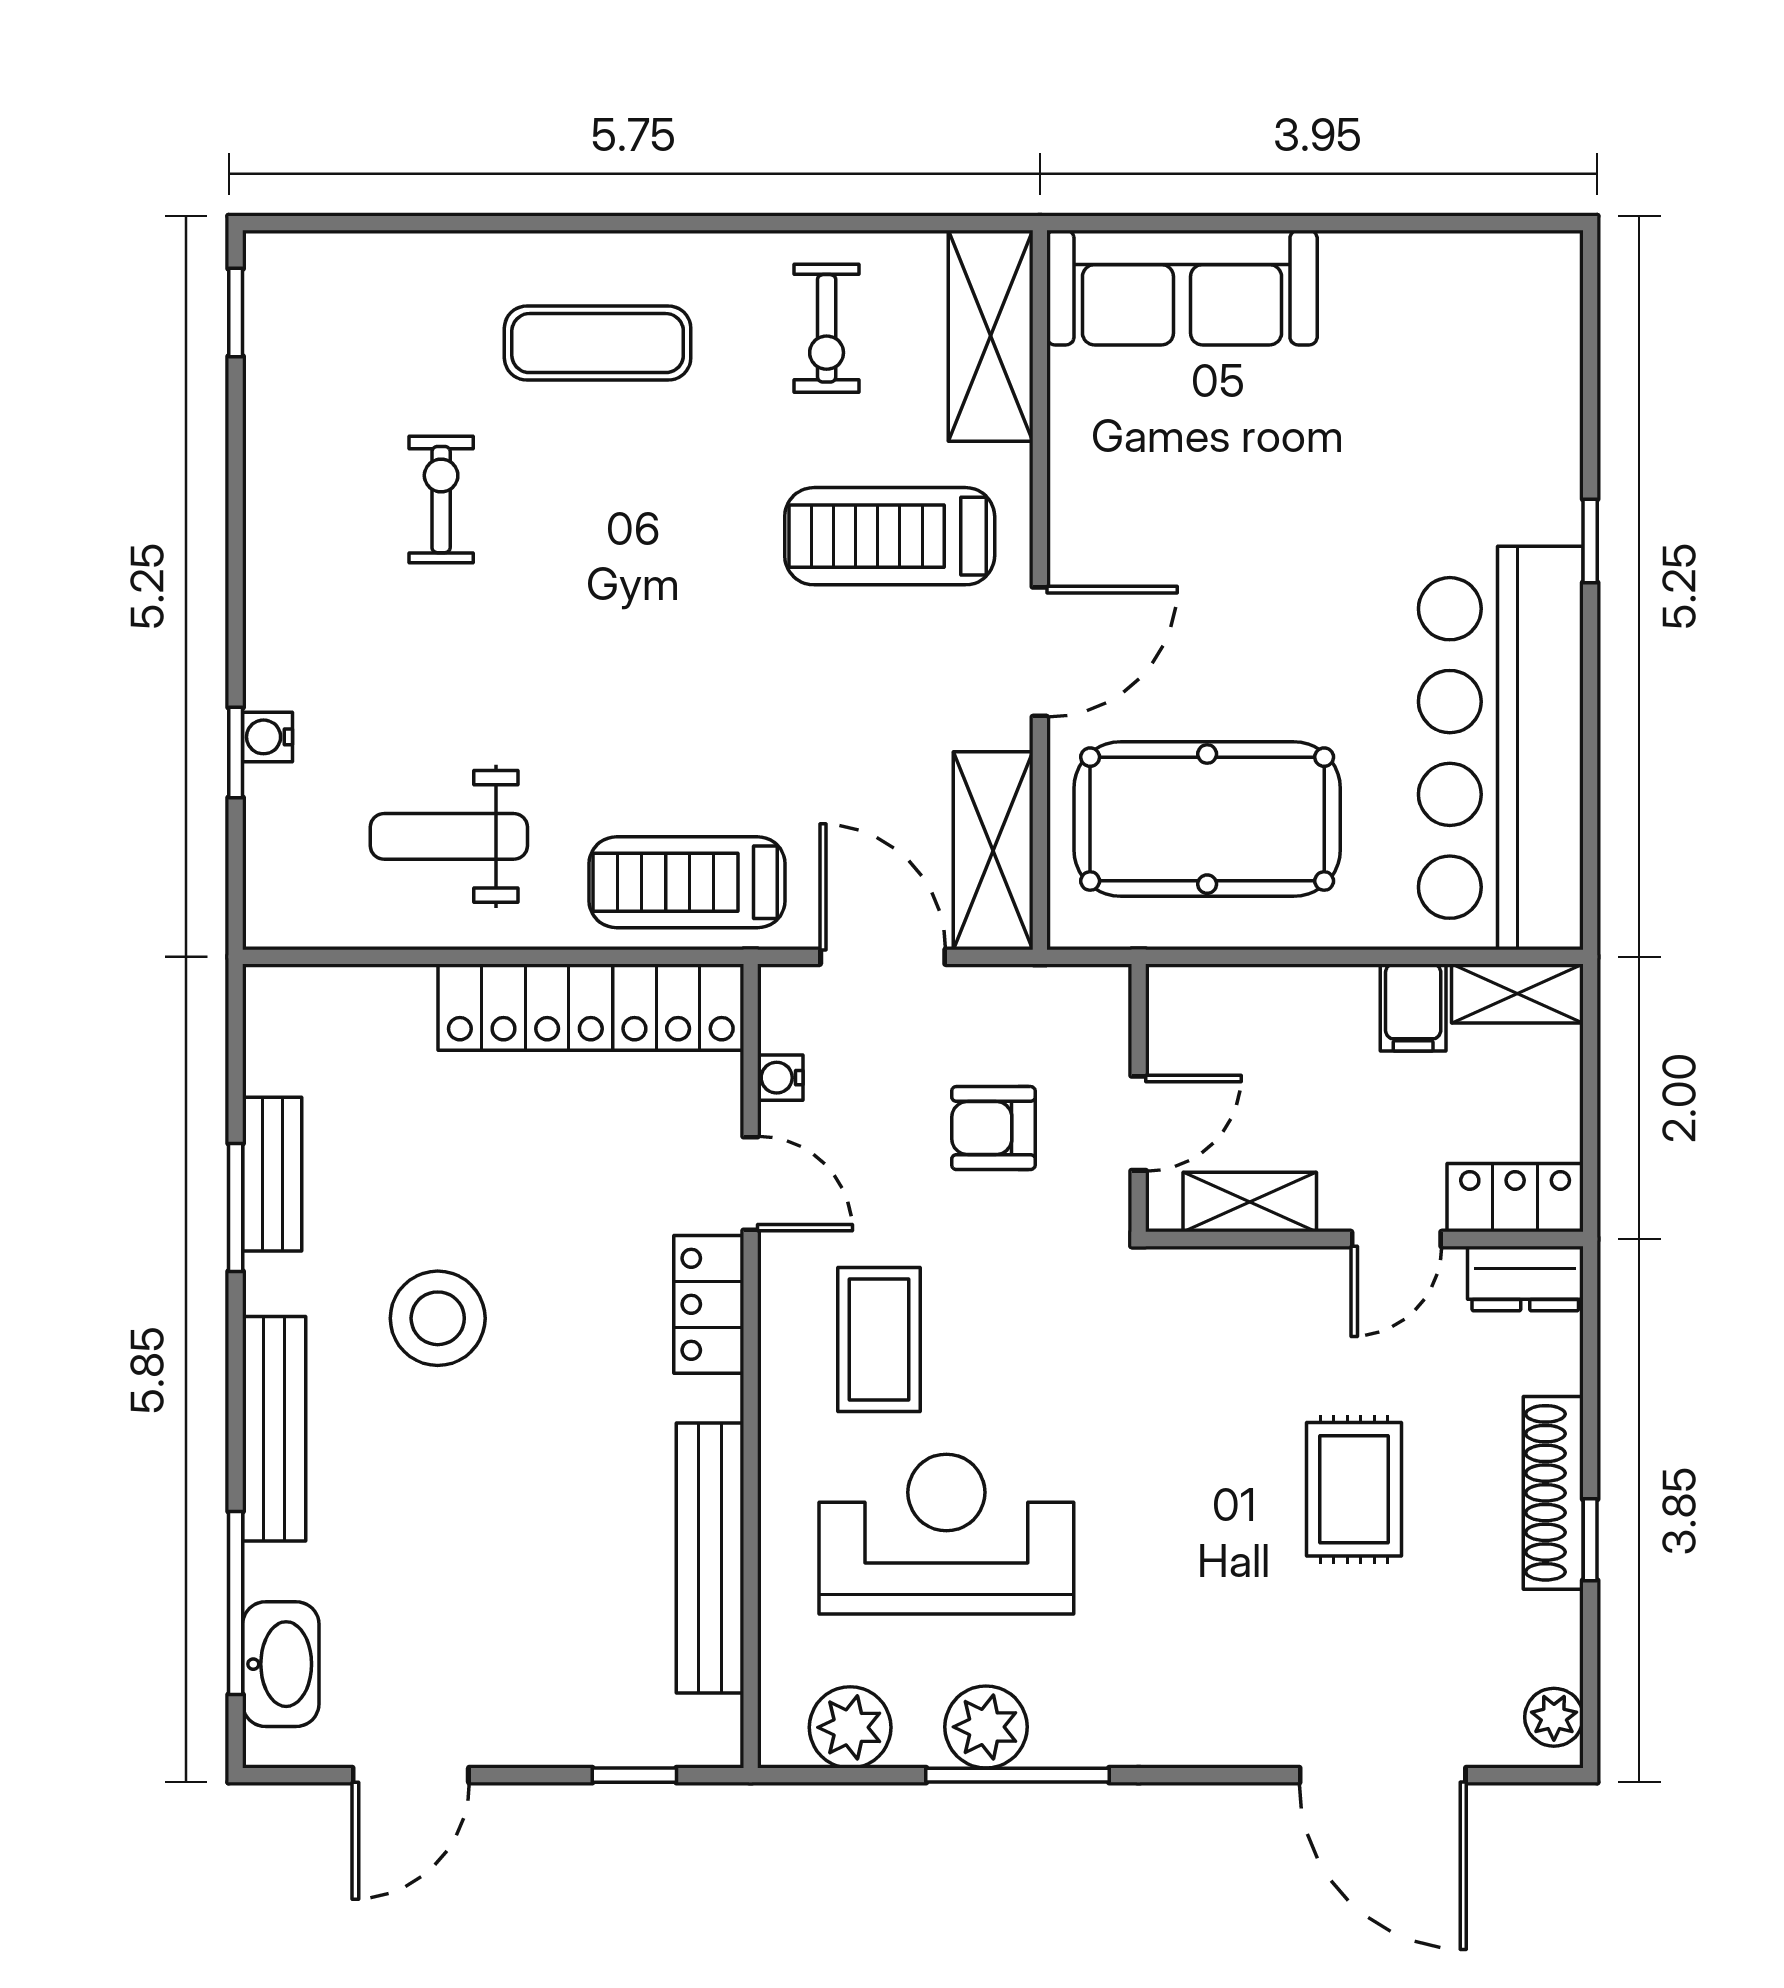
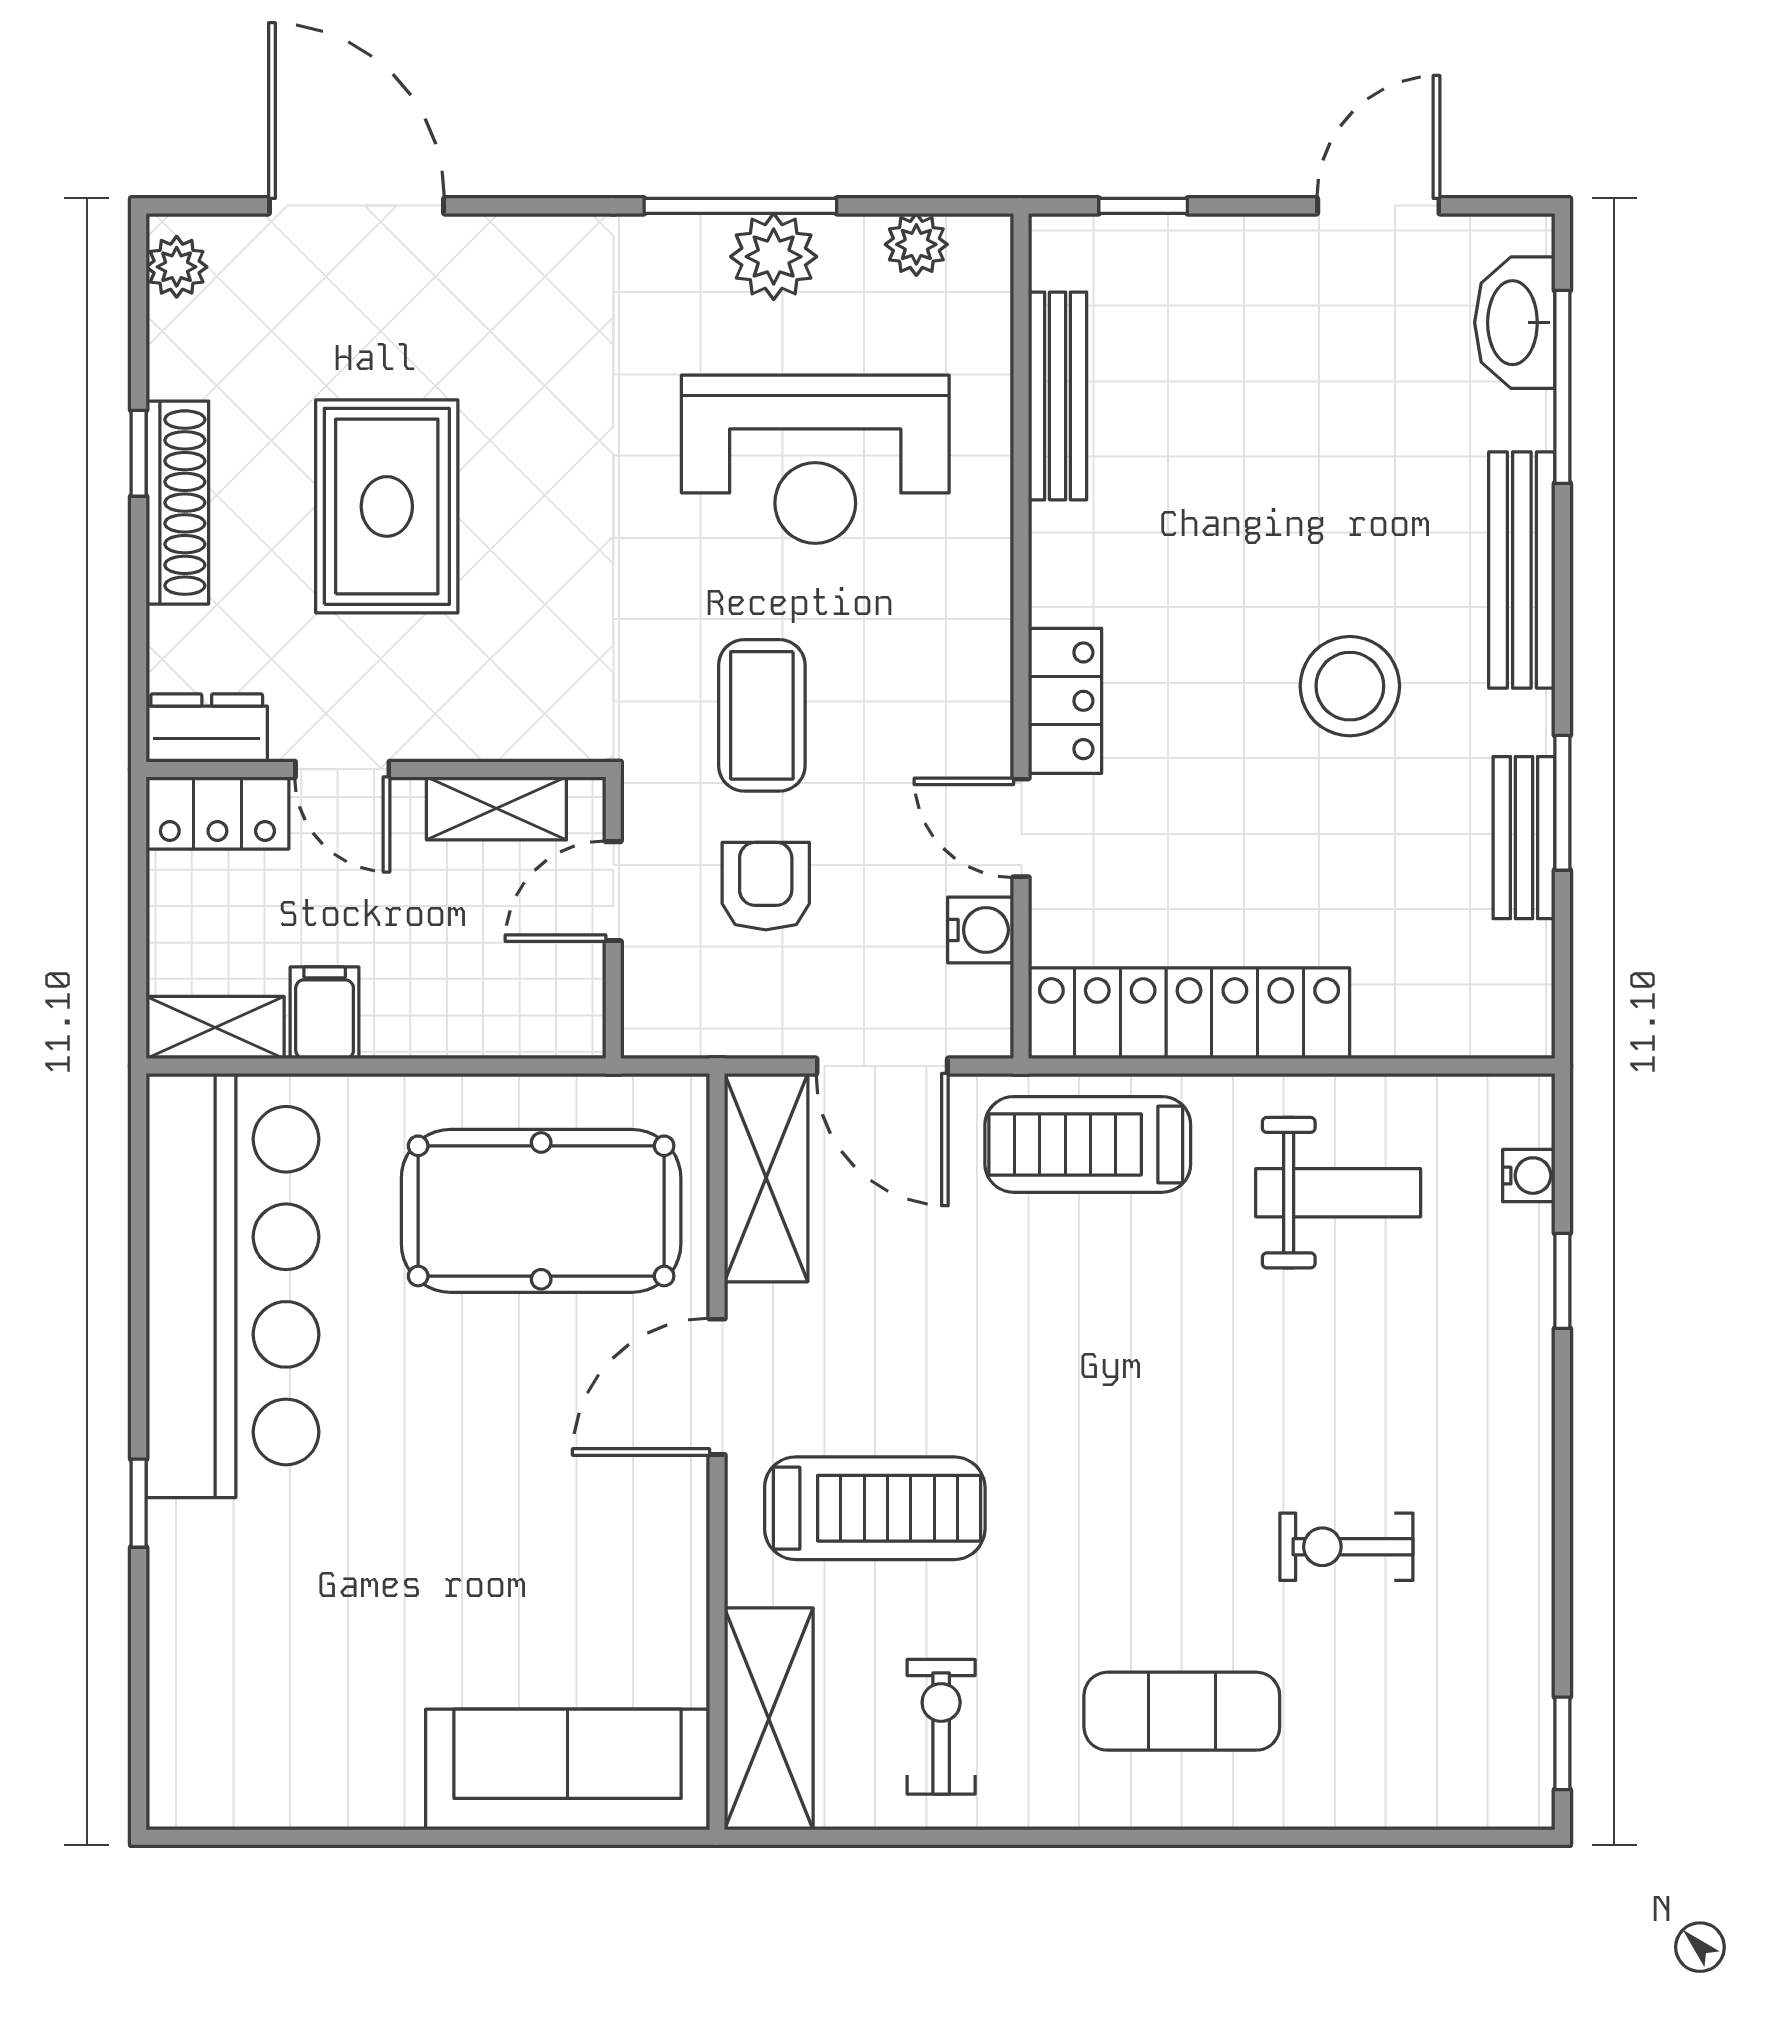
exercise bike: (441, 500) -> (1346, 1547), turned 90
water cooler: (268, 737) -> (1529, 1176), moved
treadmill: (687, 882) -> (1088, 1144), turned 180
water cooler: (780, 1078) -> (981, 930), width x1.38, depth x1.38
armchair: (993, 1128) -> (766, 886), turned -90
door: (1396, 1239) -> (342, 769), swing flipped
coffee table: (879, 1340) -> (762, 715), moved
rug: (1354, 1489) -> (387, 506), width x1.36, depth x1.43
bench: (710, 1558) -> (1058, 396), width x0.73, depth x0.82
plant: (850, 1727) -> (916, 244), width x0.73, depth x0.73

